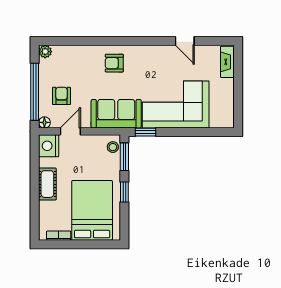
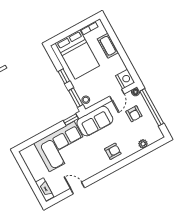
plant: (45, 52) -> (143, 144), moved
cot: (47, 184) -> (108, 46), moved

